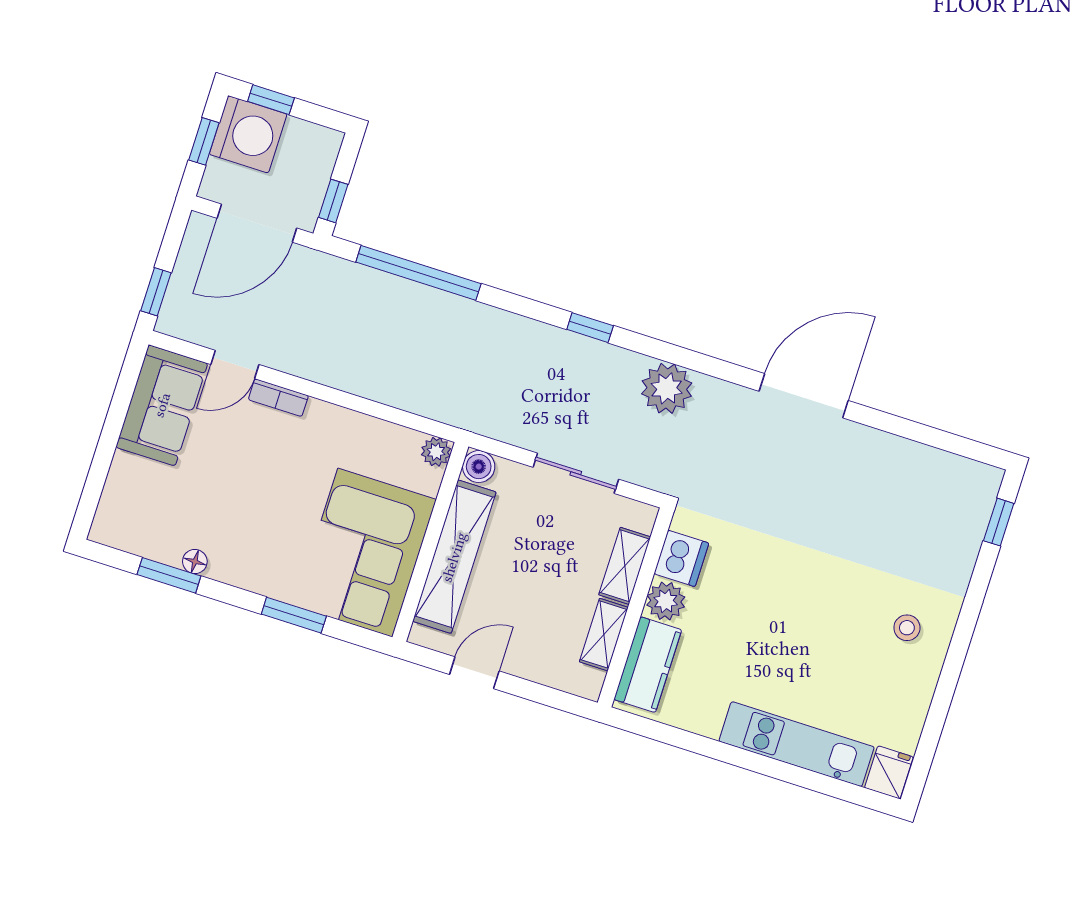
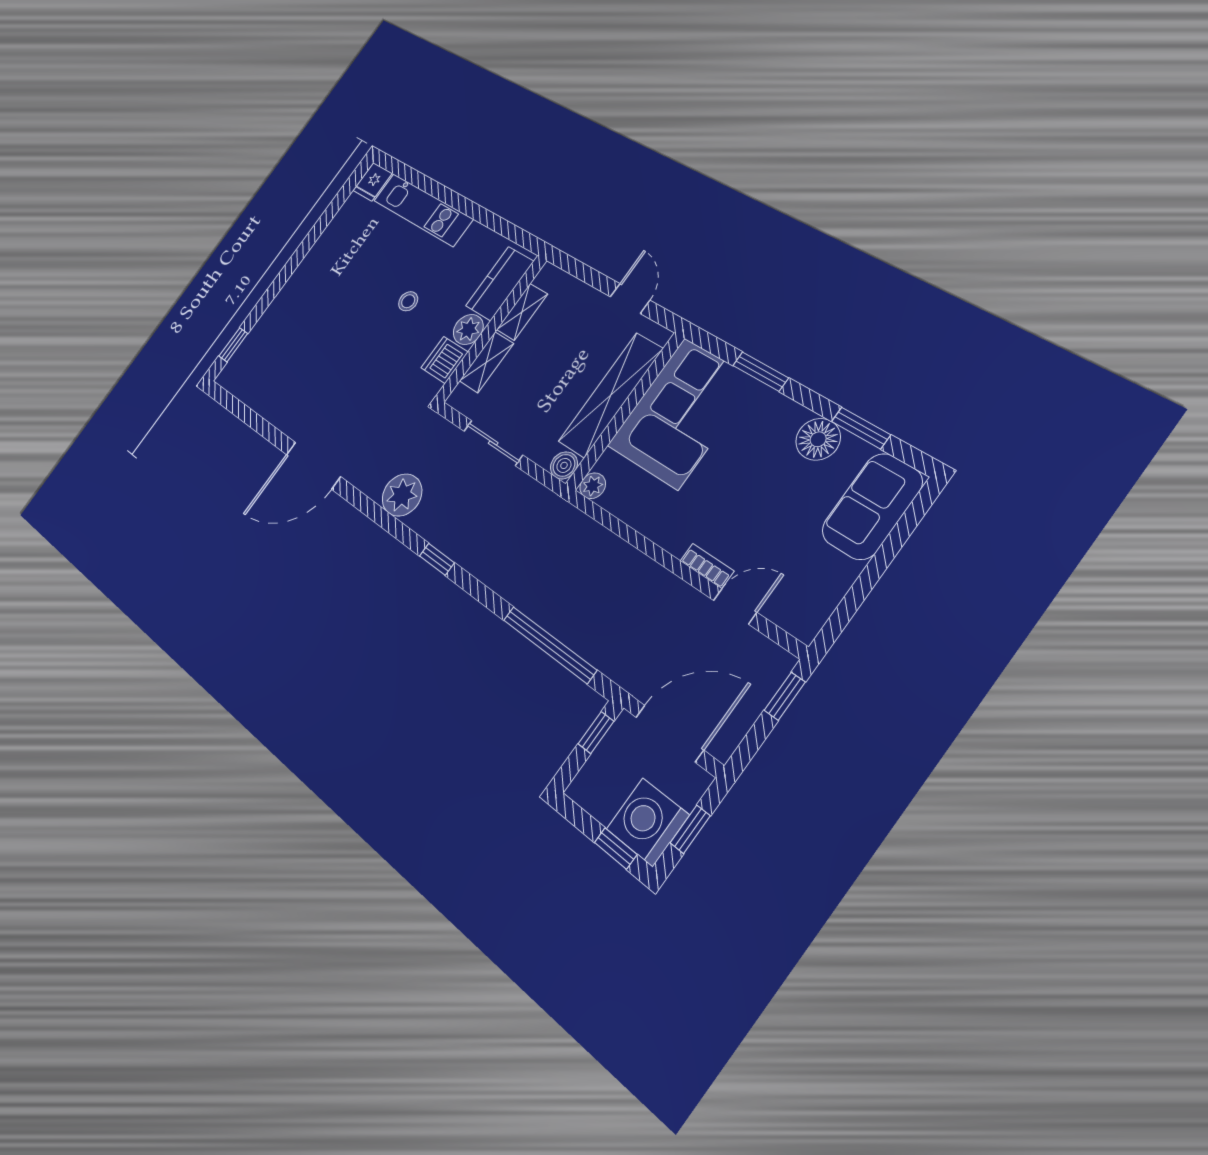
sofa: (162, 405) -> (872, 506), moved
floor lamp: (195, 561) -> (818, 439), width x1.89, depth x1.89
stool: (907, 628) -> (408, 301), moved
door: (474, 673) -> (630, 298), swing flipped

